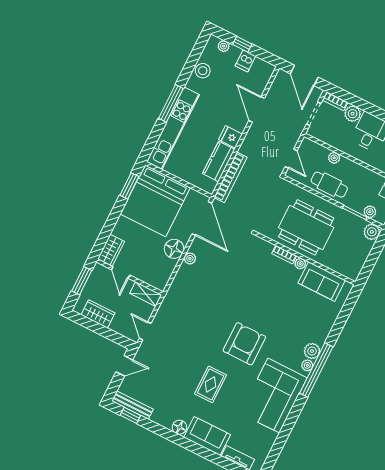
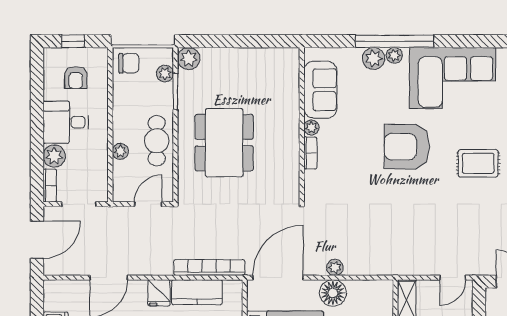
bookcase: (284, 255) -> (310, 153), moved
wall: (305, 258) -> (302, 125), moved
plant: (300, 264) -> (311, 127), moved
sofa: (322, 282) -> (320, 90), moved

